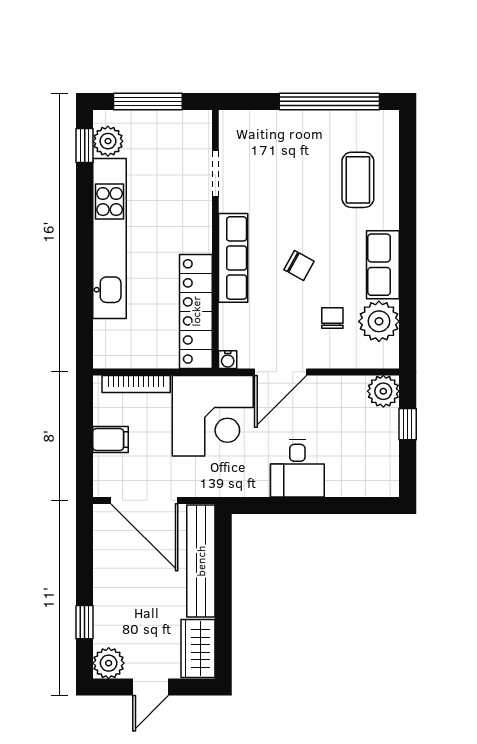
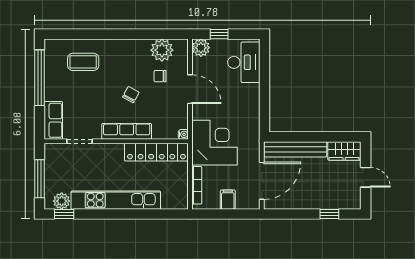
row of seats: (383, 265) -> (53, 120), moved, turned -90
door: (281, 372) -> (190, 89), moved
desk: (297, 468) -> (244, 62), moved, width x1.37
plant: (109, 663) -> (352, 201), removed

